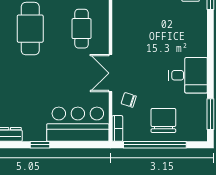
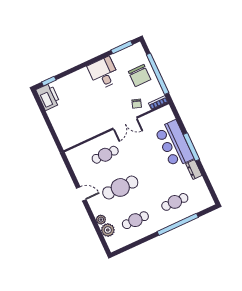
chair: (163, 120) -> (140, 76), turned -90
bar counter: (78, 124) -> (174, 144), moved
window: (40, 145) -> (191, 147), width x2.17

